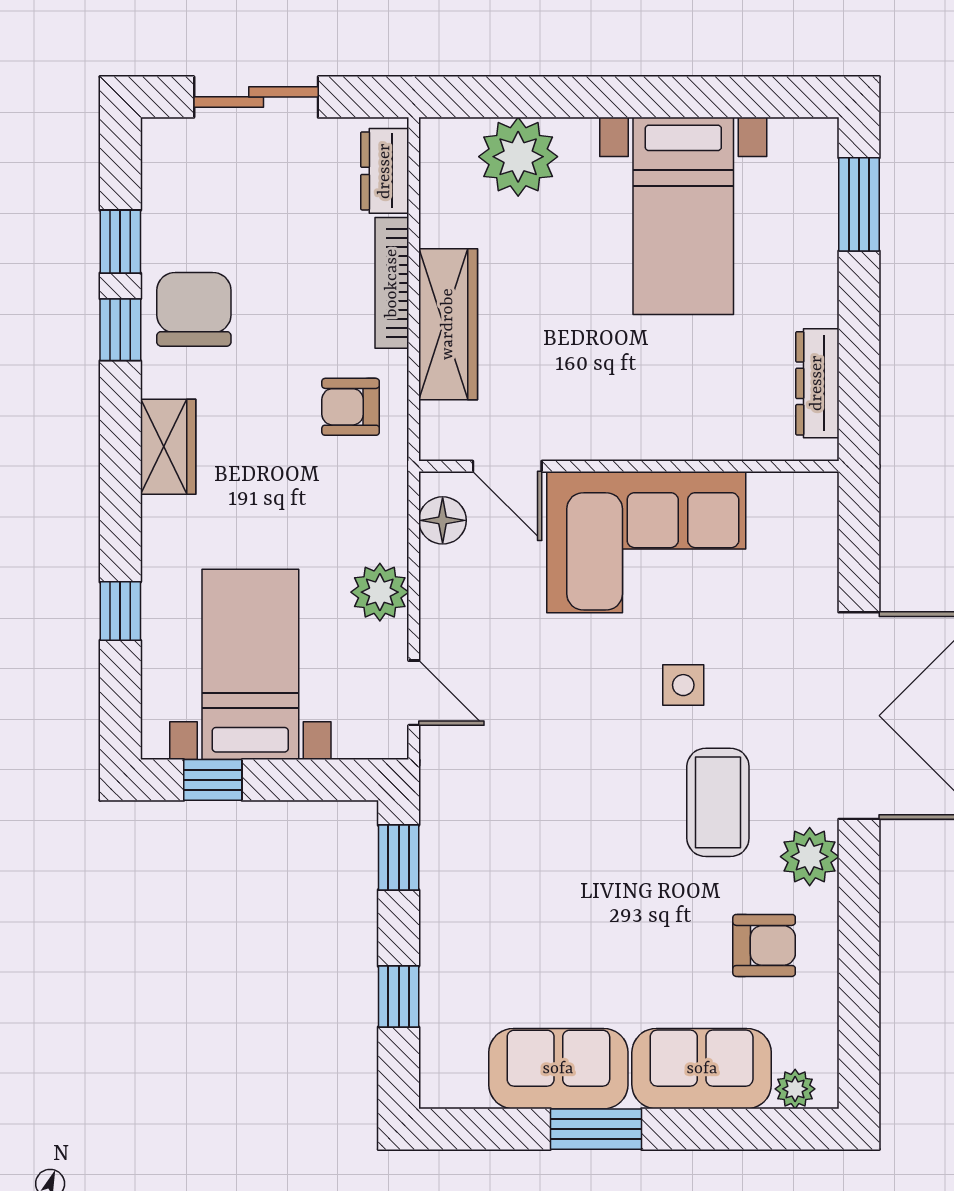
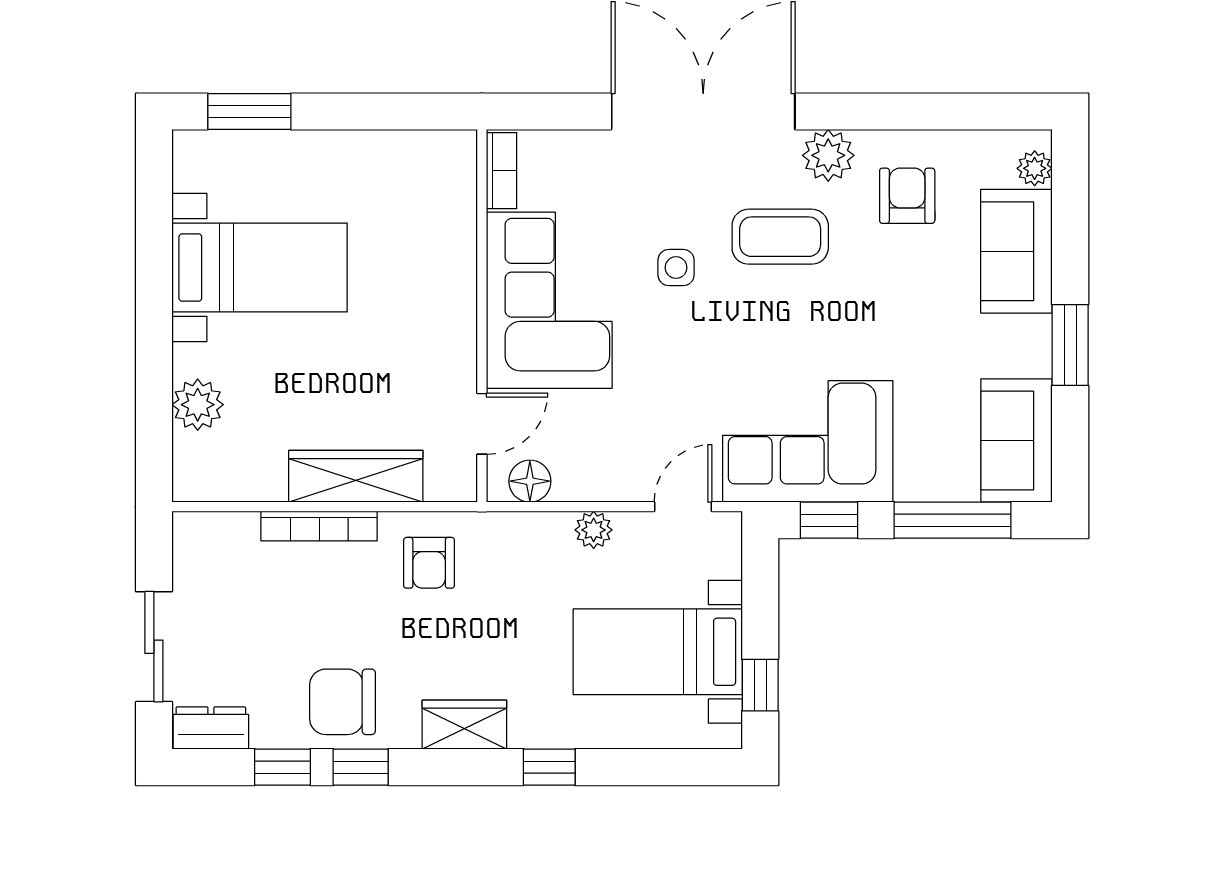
plant: (518, 157) -> (198, 405), width x0.73, depth x0.73
dresser: (385, 171) -> (211, 728), moved, turned 180
dresser: (817, 383) -> (408, 148), removed
bookcase: (792, 488) -> (502, 171), added
plant: (380, 592) -> (594, 530), width x0.73, depth x0.73
window: (120, 611) -> (549, 767), moved
corner sofa: (487, 833) -> (808, 441), added
window: (399, 997) -> (953, 520), width x2.17
sofa: (558, 1069) -> (1016, 441), moved

